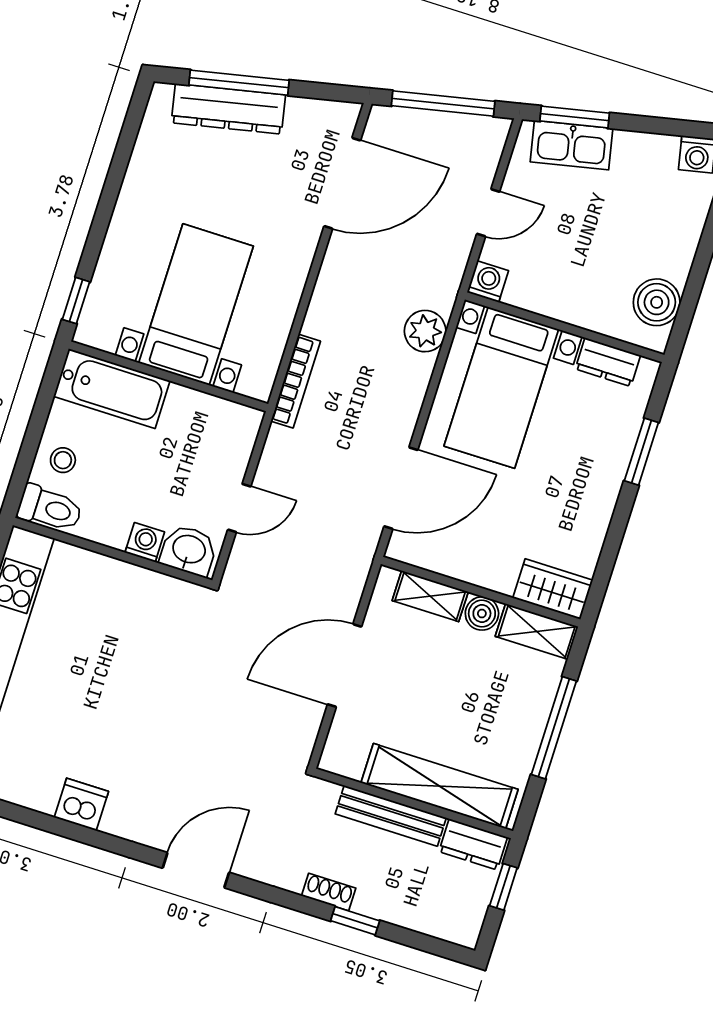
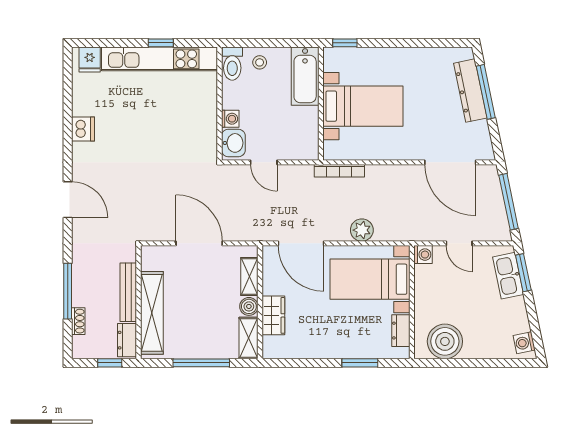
boiler: (657, 302) -> (445, 341), width x1.37, depth x1.37
plant: (425, 331) -> (362, 230), moved
wardrobe: (553, 589) -> (273, 315), moved
shoe rack: (329, 892) -> (78, 321), moved
window: (355, 921) -> (68, 291), width x2.17

